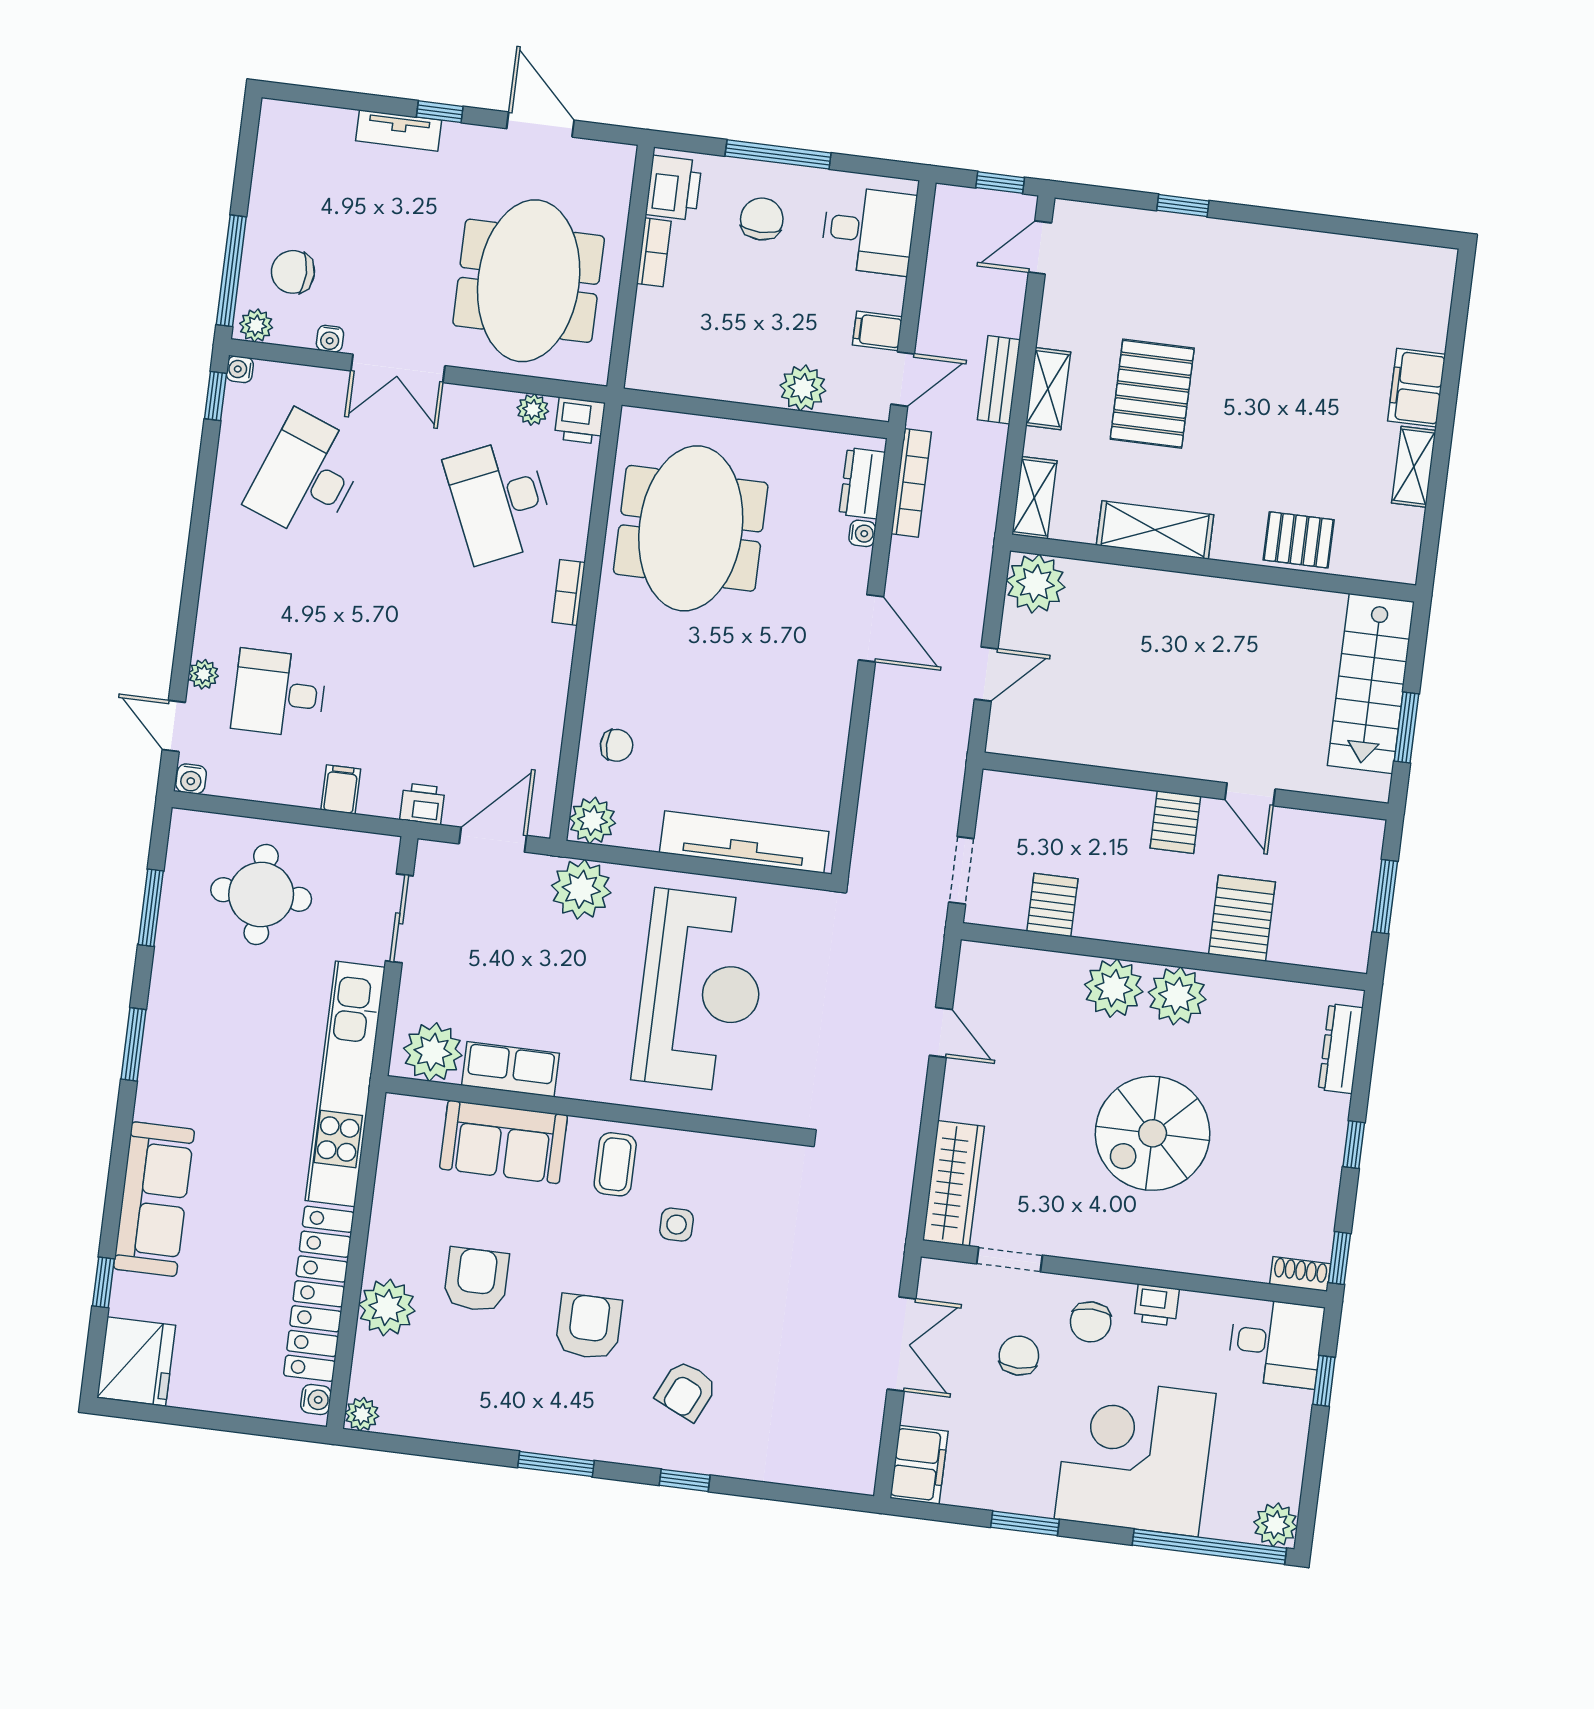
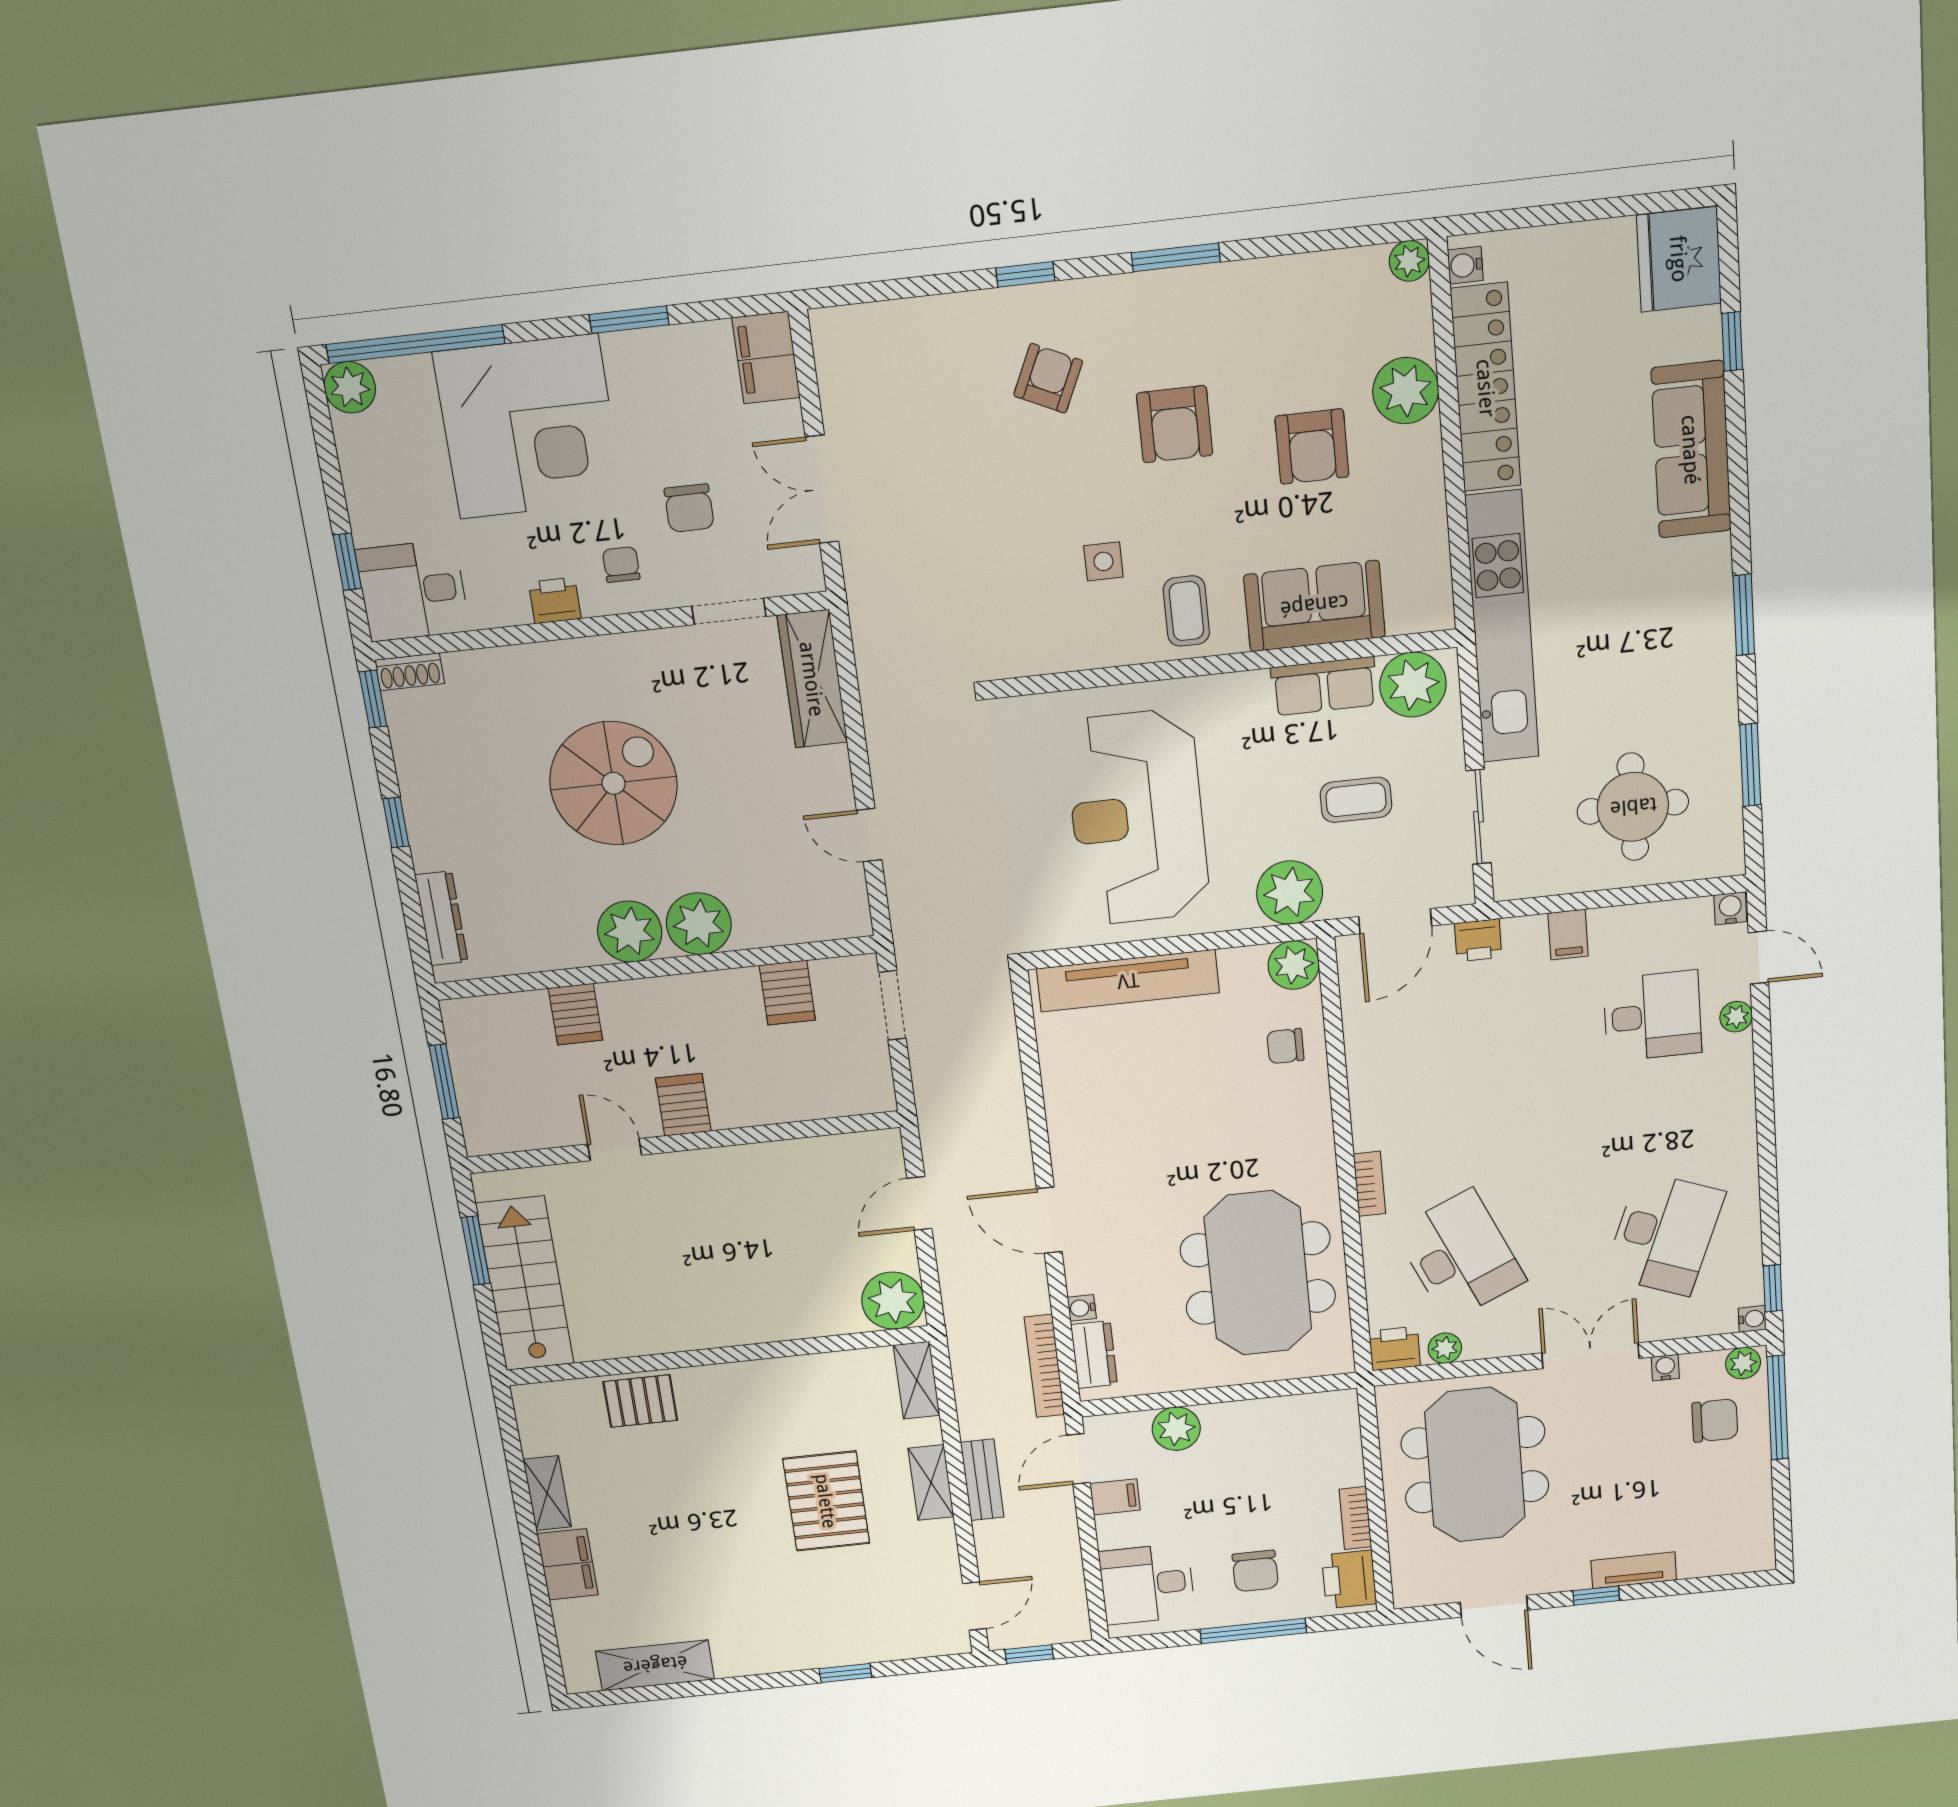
shelving: (1155, 530) -> (655, 1665), moved
server rack: (1242, 918) -> (575, 1014), width x0.73, depth x0.70
coffee table: (504, 960) -> (1356, 800), added
chair: (1091, 1322) -> (621, 565), width x0.73, depth x0.73

